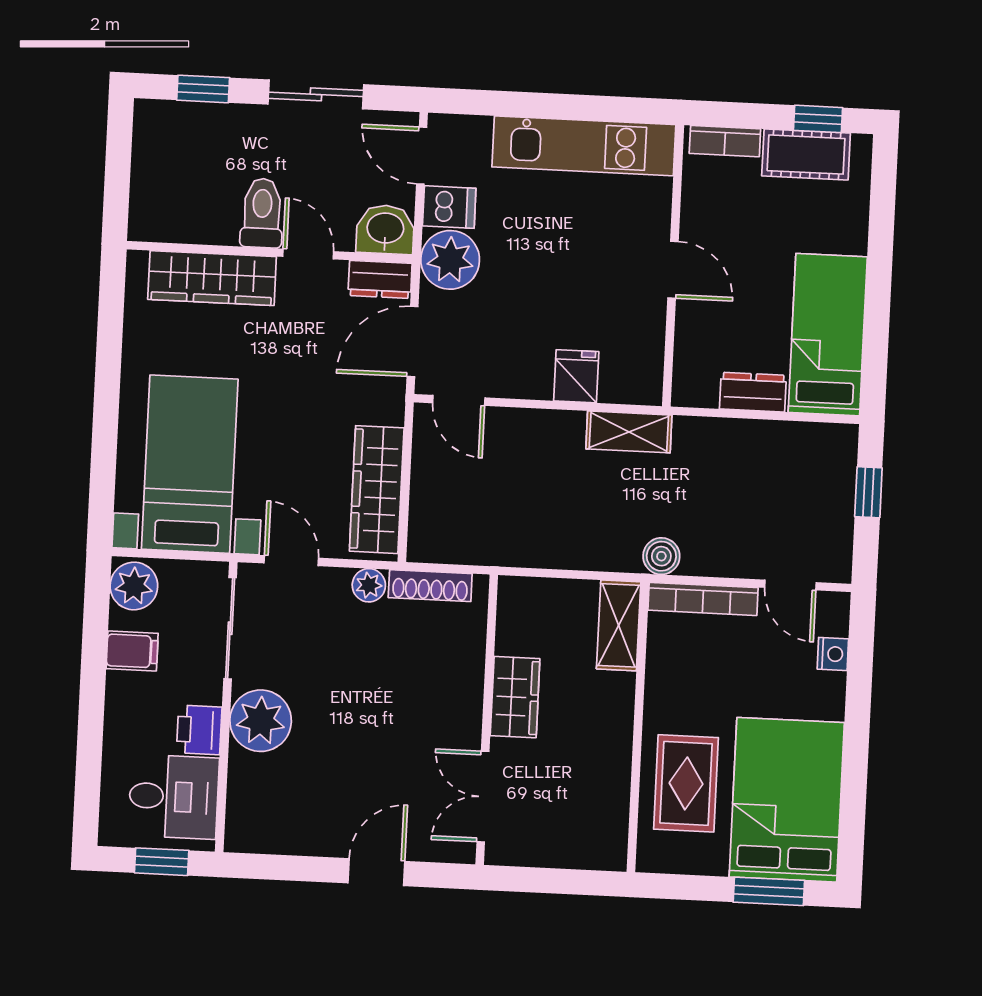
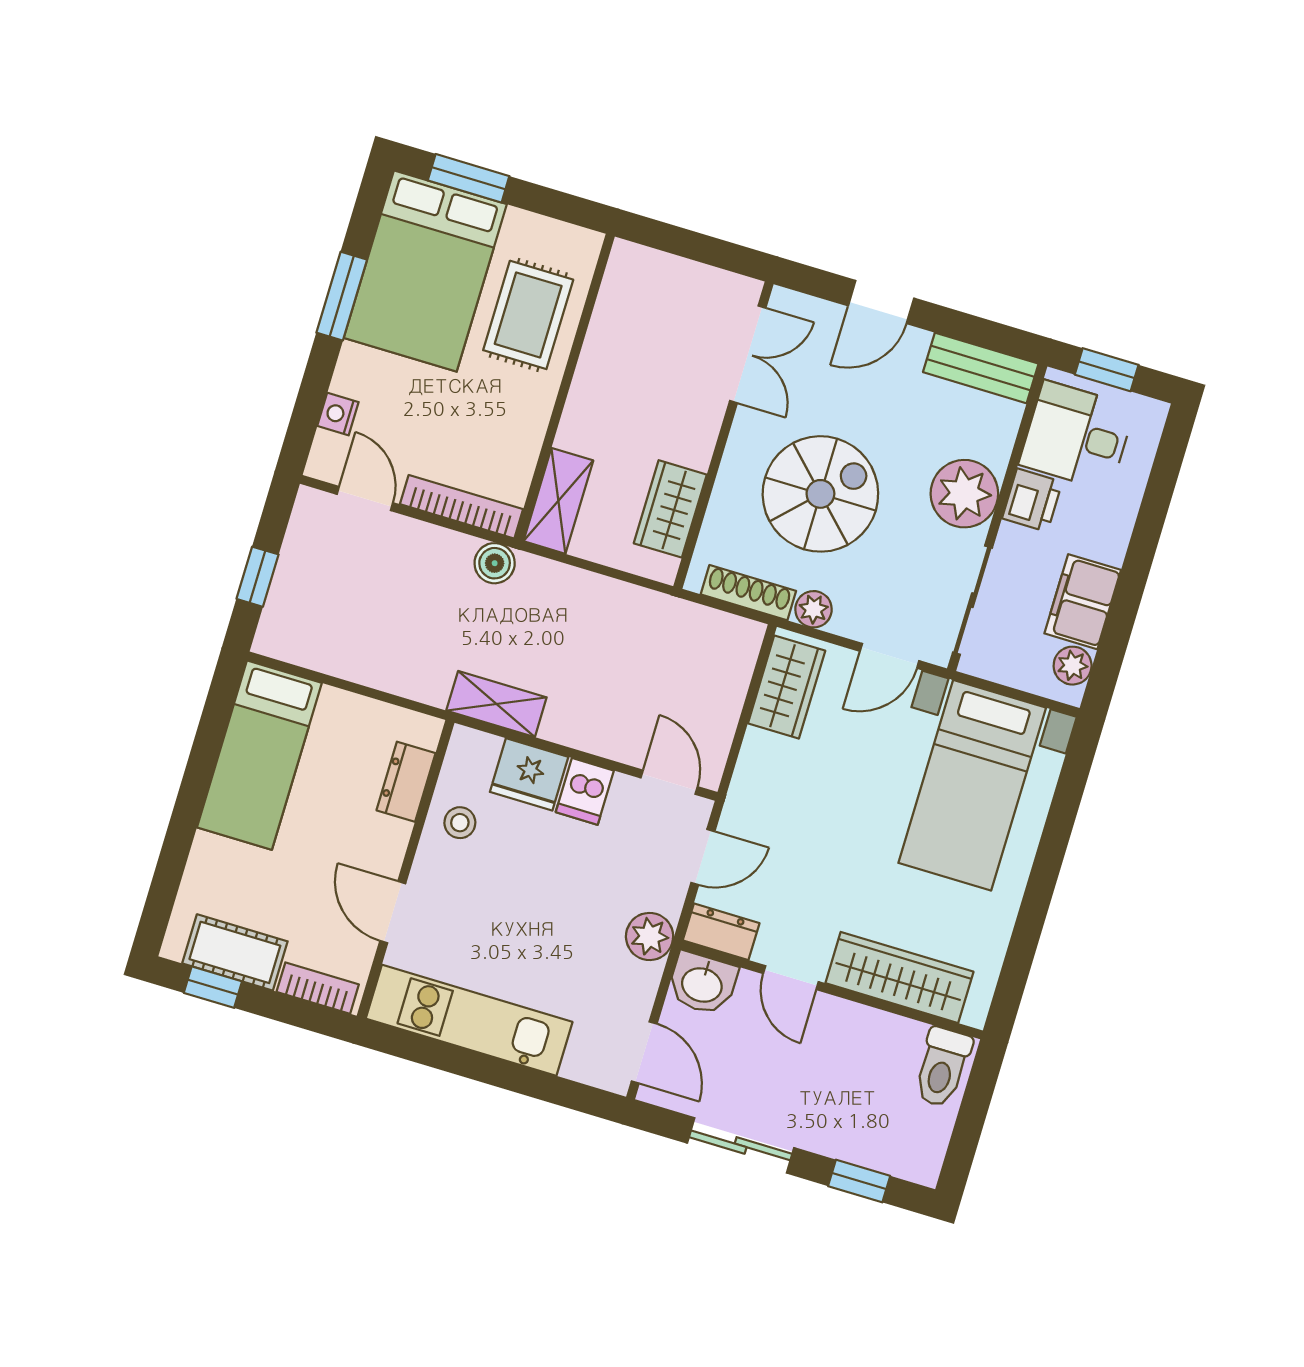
dishwasher: (449, 207) -> (585, 791), moved, turned -90
toilet: (262, 213) -> (942, 1067), moved
plant: (450, 260) -> (650, 936), width x0.73, depth x0.73
door: (673, 270) -> (393, 912), moved
stool: (635, 319) -> (460, 823), added
door: (413, 342) -> (703, 857), width x0.73
fridge: (576, 376) -> (529, 774), width x1.38
dresser: (753, 392) -> (406, 782), moved, turned 90
wardrobe: (377, 490) -> (787, 687), width x0.67
door: (291, 561) -> (890, 656), hinge flipped
plant: (134, 586) -> (1073, 666), width x0.73, depth x0.73
filing cabinet: (132, 651) -> (1083, 602), width x2.00
spiral stairs: (388, 689) -> (820, 494), added
wardrobe: (515, 697) -> (670, 509), moved
window: (855, 759) -> (342, 296), added
bench: (274, 836) -> (981, 368), added

